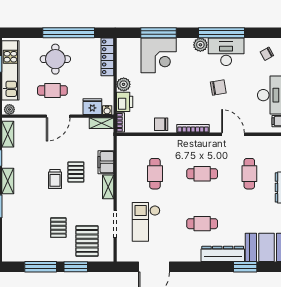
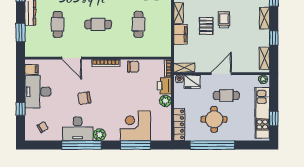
round table: (55, 59) -> (214, 119), moved

